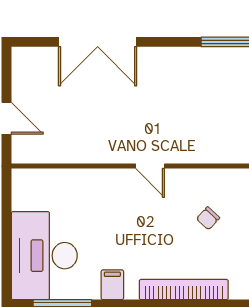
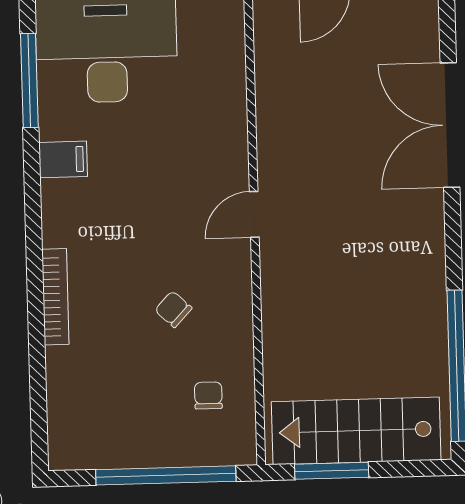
bookcase: (184, 290) -> (55, 297), width x0.68, depth x0.76

